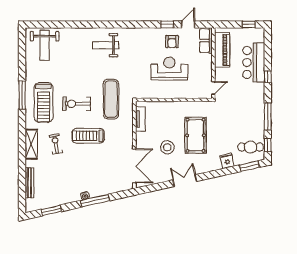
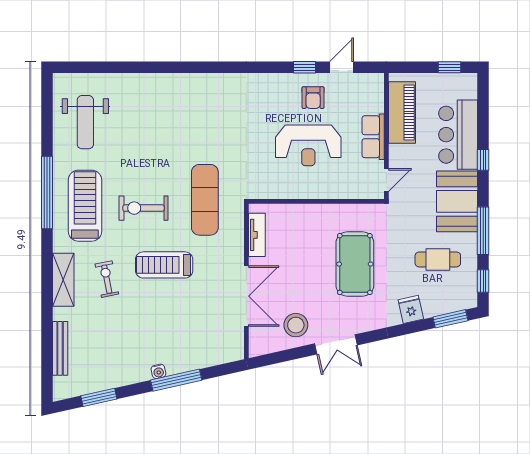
row of seats: (206, 41) -> (373, 137), moved
weight bench: (45, 45) -> (85, 122), moved
weight bench: (106, 45) -> (195, 104), removed
reception desk: (169, 68) -> (308, 145), turned 180
window: (22, 95) -> (47, 192), width x1.46
booth: (253, 100) -> (457, 201), added
treadmill: (44, 102) -> (85, 206), turned 180
stool: (167, 147) -> (296, 325), moved
cafe table: (251, 147) -> (438, 259), moved
double door: (134, 166) -> (246, 296), moved
double door: (185, 181) -> (336, 344), swing flipped

